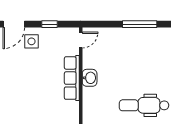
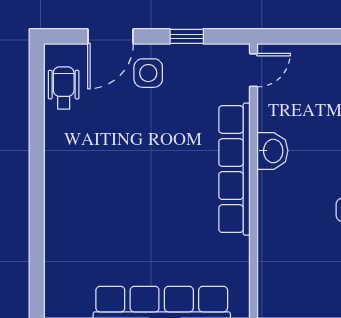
row of seats: (72, 78) -> (234, 169), width x1.36

